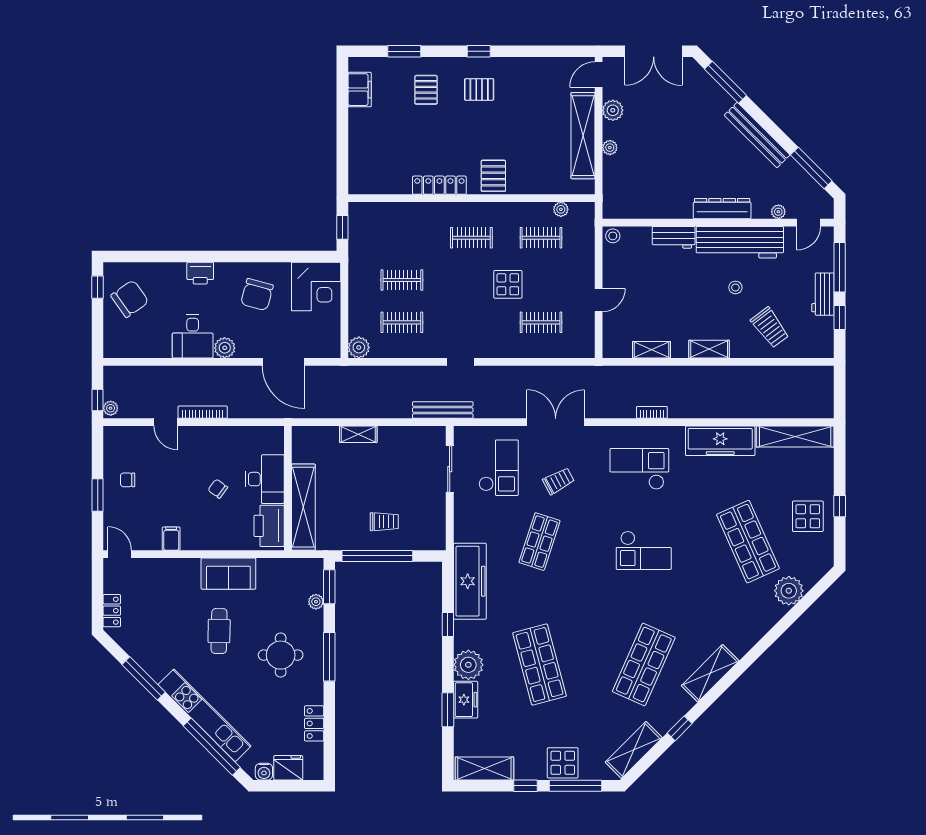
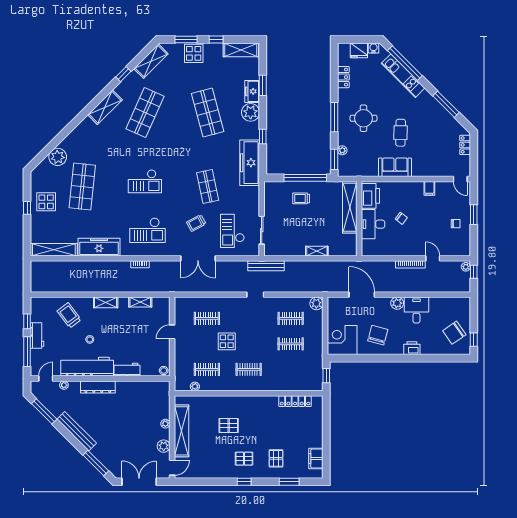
pallet: (493, 176) -> (229, 426), moved, turned 90
locker: (439, 185) -> (295, 401), moved
shop shelf: (540, 542) -> (208, 187), turned -30
shop shelf: (748, 542) -> (82, 187), turned 30
checkout: (644, 550) -> (145, 181), turned 180
kitchen unit: (205, 715) -> (403, 76), width x0.73
window: (575, 786) -> (186, 40), width x0.69

